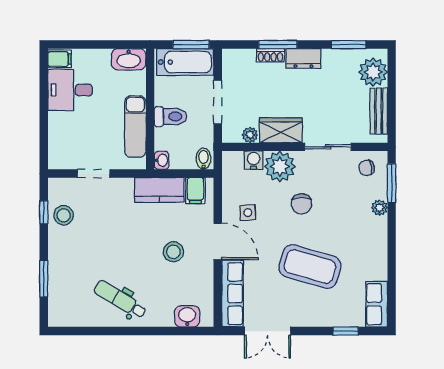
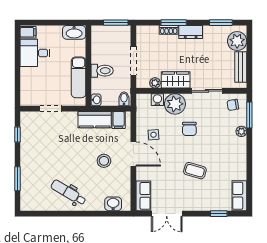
bathtub: (185, 62) -> (112, 34), removed
stool: (64, 215) -> (31, 137), removed
coffee table: (310, 267) -> (195, 171), width x0.54, depth x0.58
row of seats: (233, 294) -> (143, 196), width x0.68

